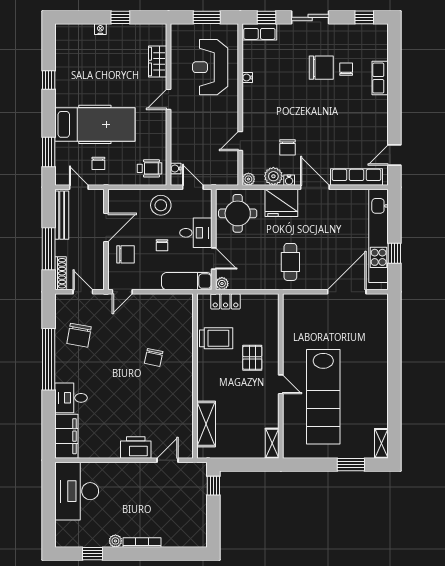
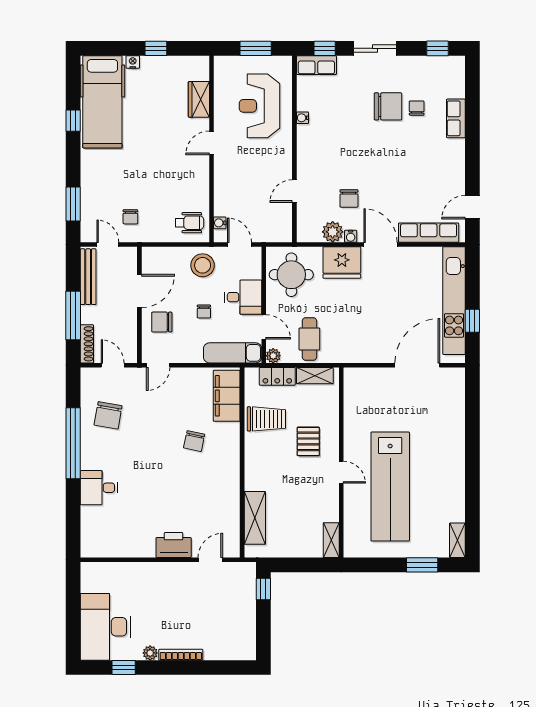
hospital bed: (95, 124) -> (102, 102), moved, turned 90
plant: (248, 179) -> (304, 235), removed
chair: (126, 254) -> (162, 322), turned 180
cafe table: (290, 262) -> (309, 339), moved
shelving: (258, 301) -> (315, 376), added
filing cabinet: (66, 436) -> (227, 396), moved, turned 180
desk: (77, 491) -> (105, 627), moved

